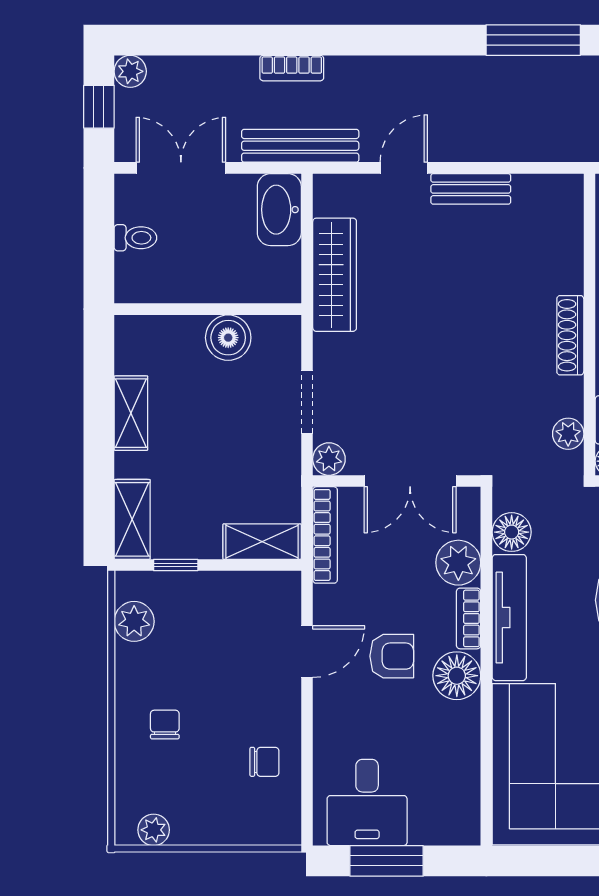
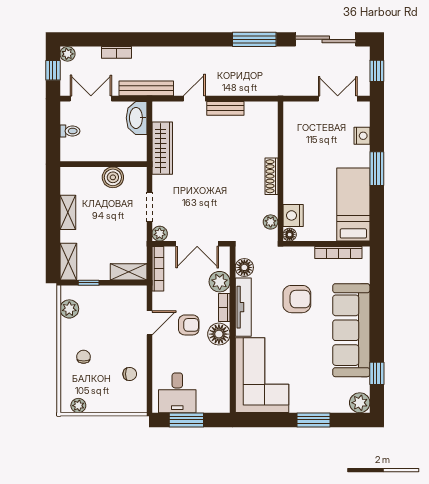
bookcase: (292, 68) -> (117, 52), moved

